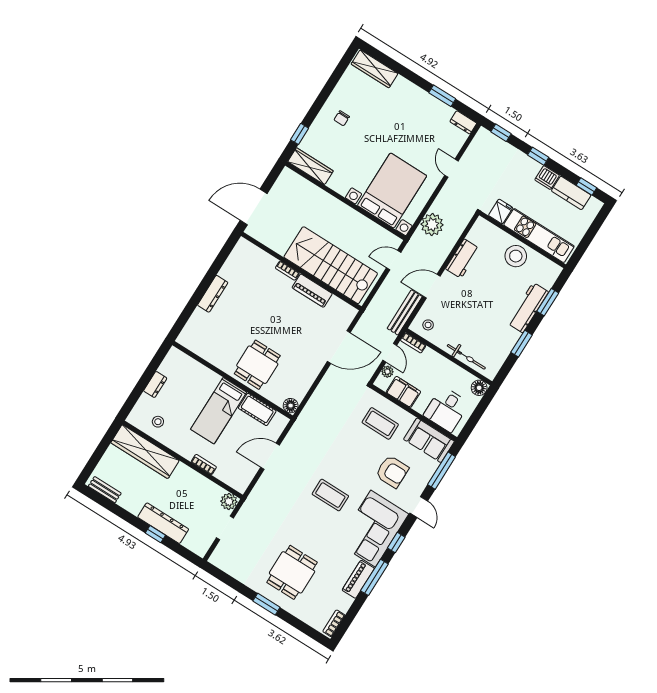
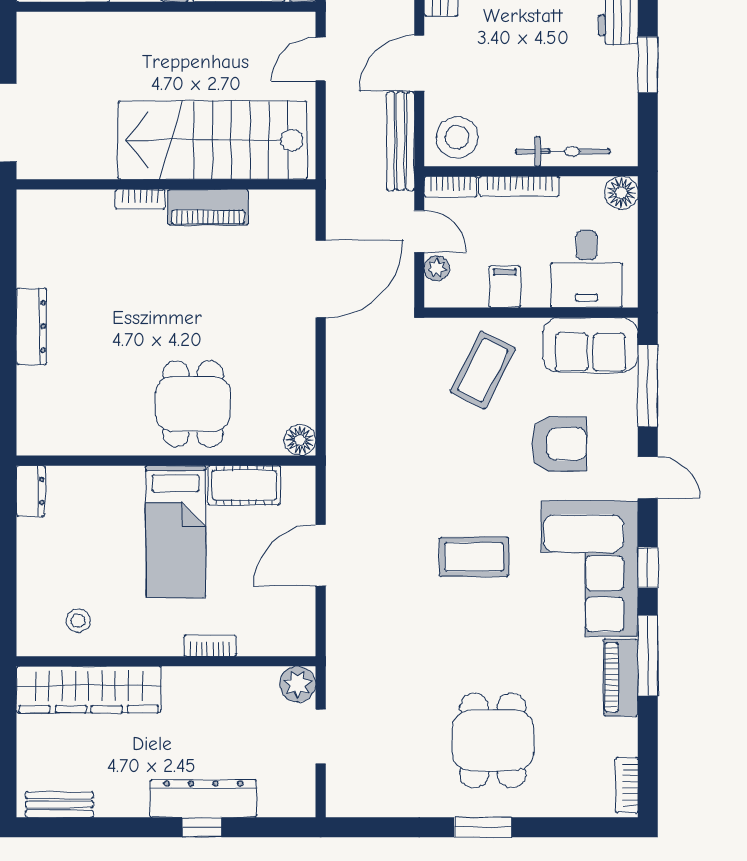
stool: (428, 325) -> (457, 137), width x1.89, depth x1.89
bookcase: (440, 360) -> (519, 186), added
dresser: (155, 384) -> (31, 491), moved
filing cabinet: (403, 392) -> (505, 287), width x0.50
coffee table: (380, 423) -> (483, 370), turned -63

